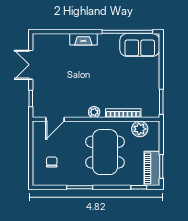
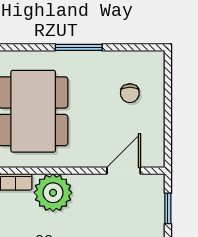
plant: (94, 112) -> (53, 193), width x1.87, depth x1.87

